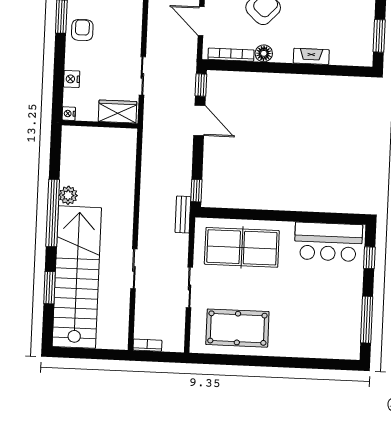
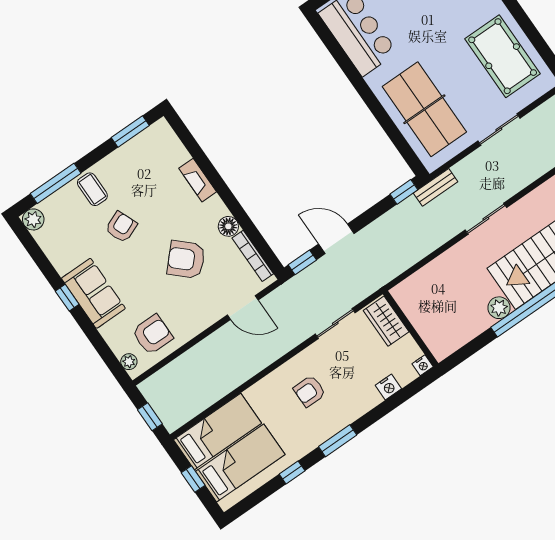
door: (201, 21) -> (243, 308), hinge flipped
armchair: (82, 30) -> (309, 391), moved
door: (199, 120) -> (336, 239), hinge flipped
sliding door: (134, 269) -> (486, 219), moved

